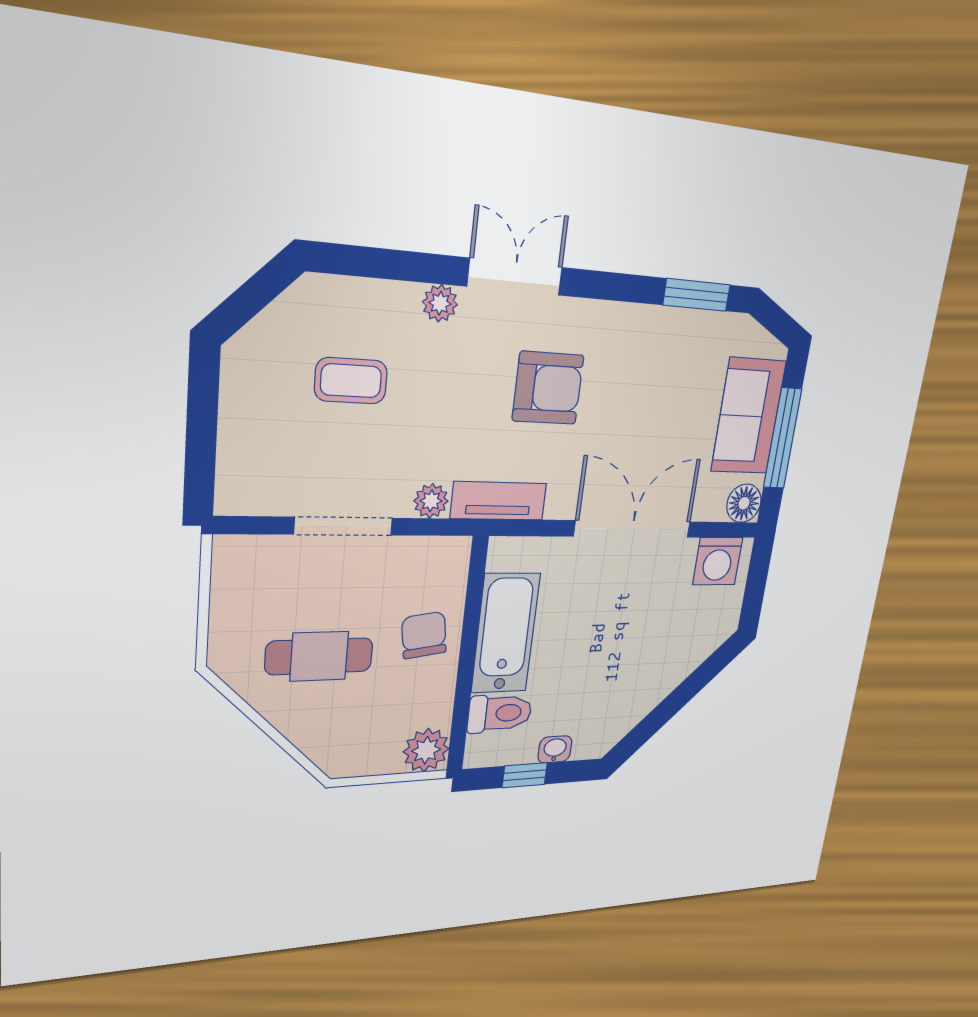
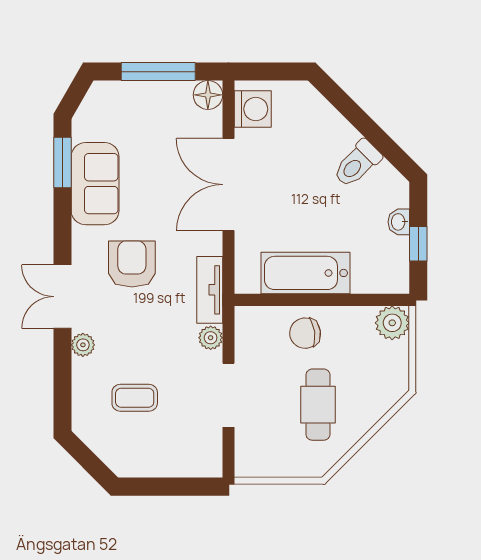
coffee table: (351, 381) -> (135, 398), turned 90
sofa: (748, 416) -> (95, 184), moved, turned -90
toilet: (500, 713) -> (357, 164), moved, turned -135

